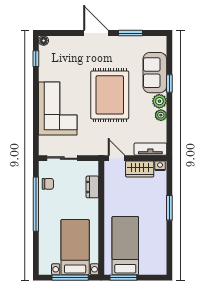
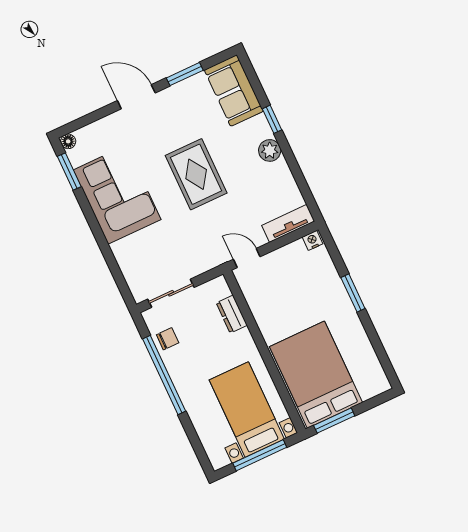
window: (36, 59) -> (69, 171), width x1.50
sofa: (155, 73) -> (234, 91), moved
rug: (110, 95) -> (196, 174), width x0.73, depth x0.69
corner sofa: (58, 108) -> (117, 195), moved
plant: (161, 115) -> (281, 169), removed
wardrobe: (140, 169) -> (286, 258), removed
bed: (125, 246) -> (316, 375), width x1.50

